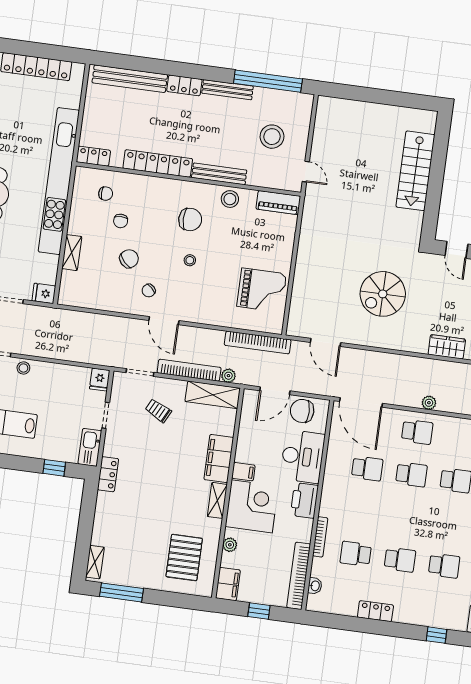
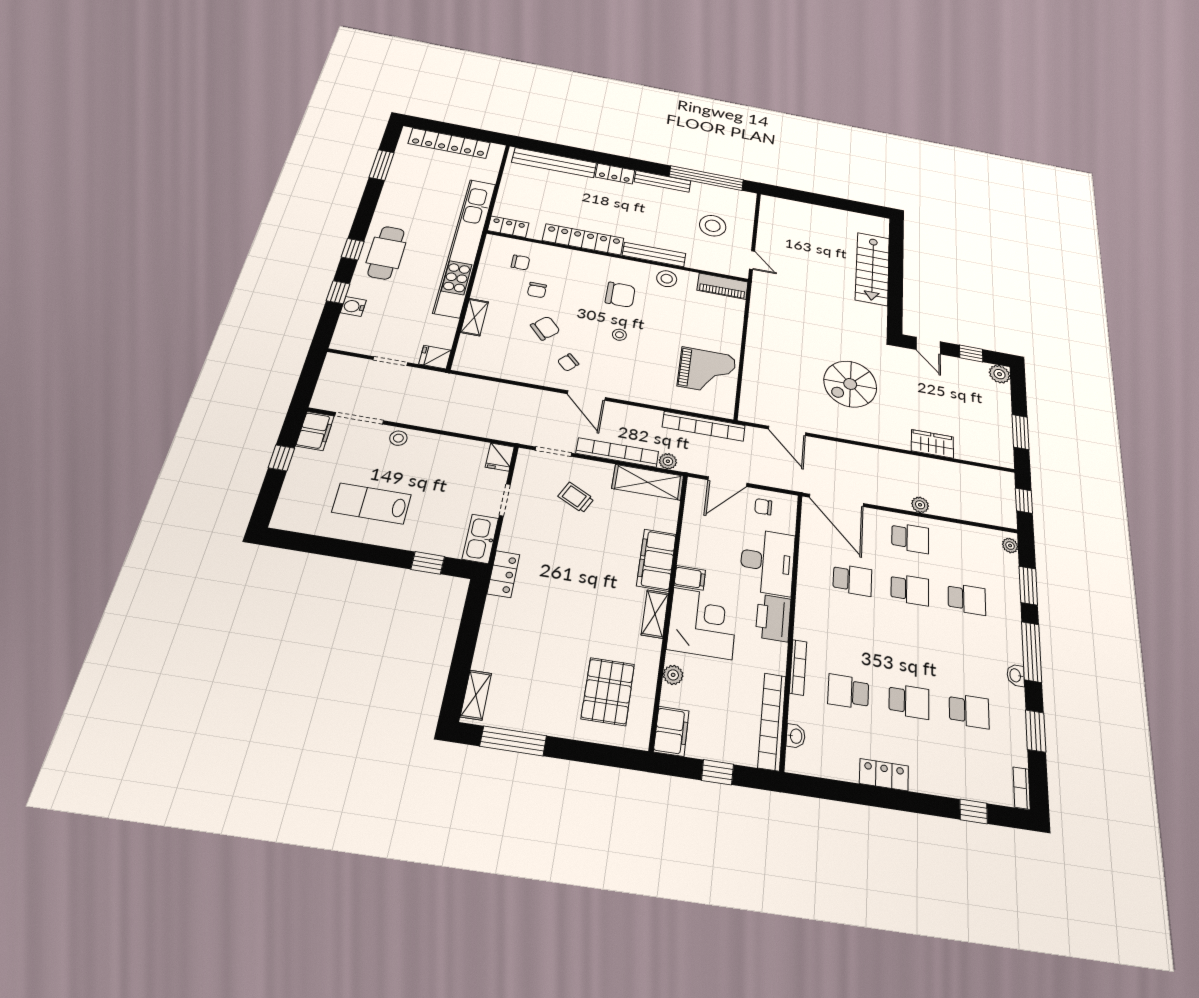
chair: (302, 411) -> (763, 507), width x0.54, depth x0.54

